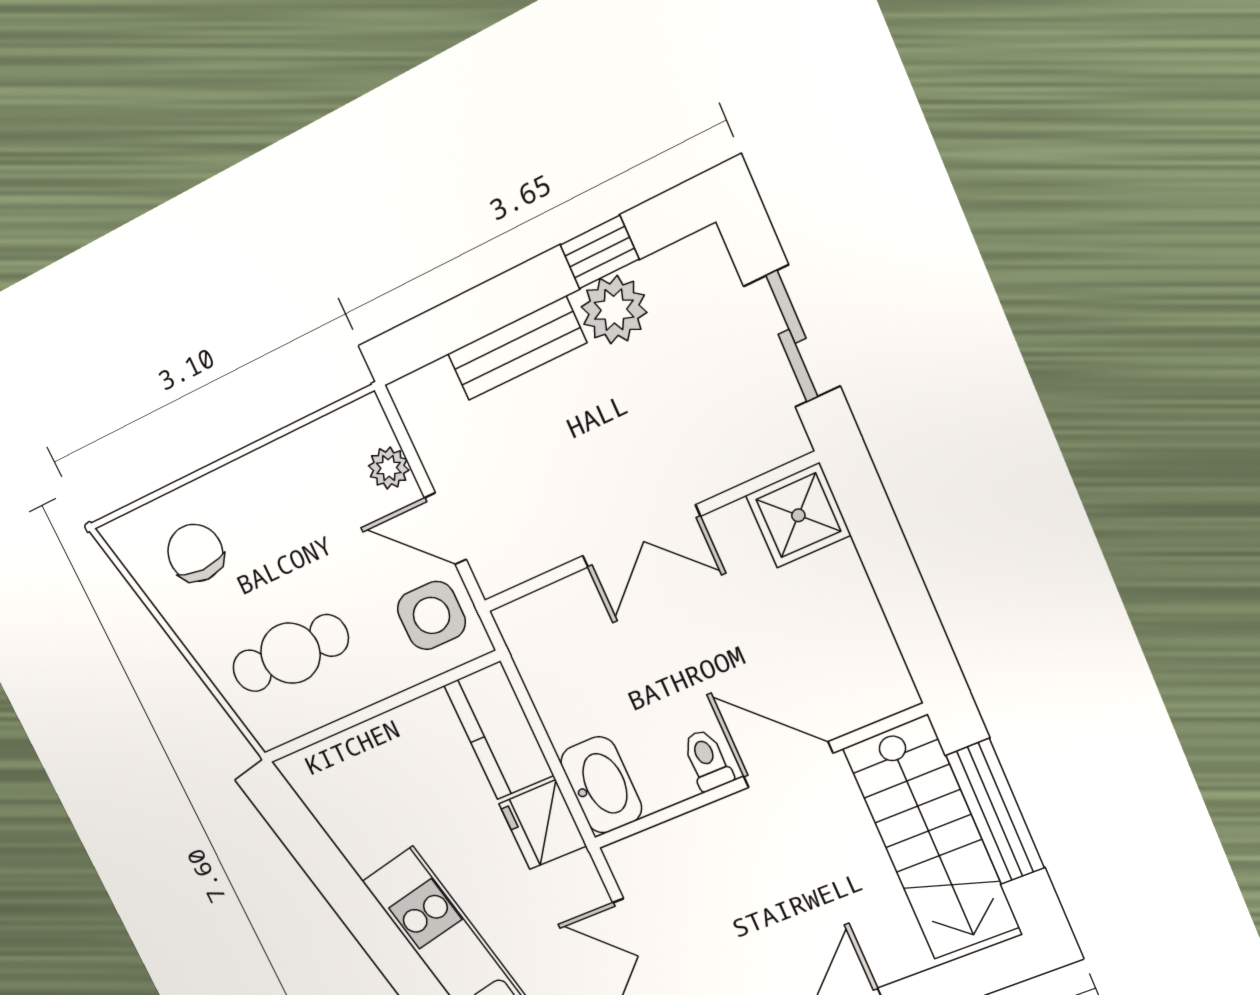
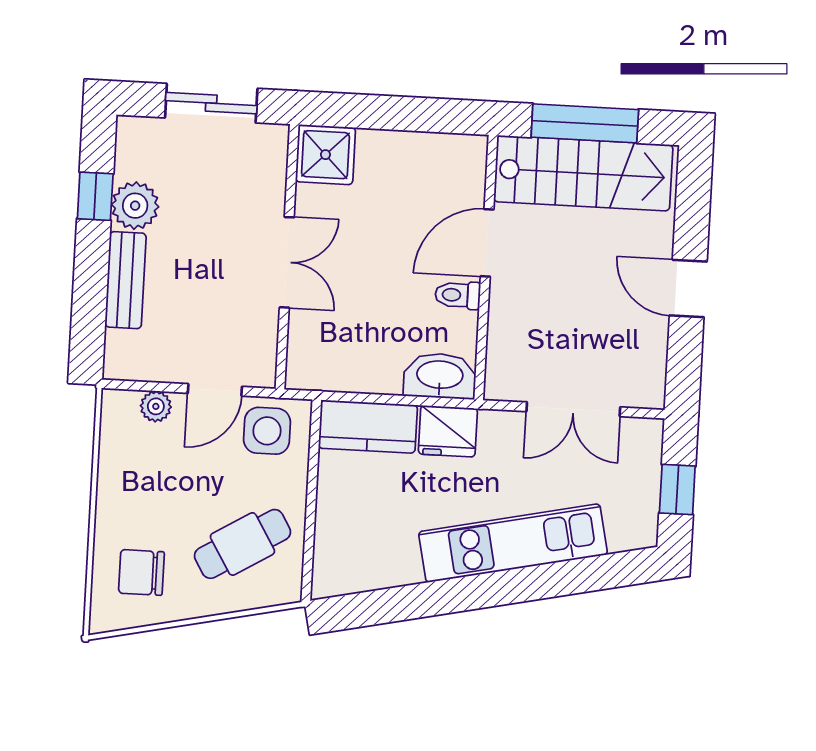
cafe table: (290, 653) -> (242, 544), turned 59

